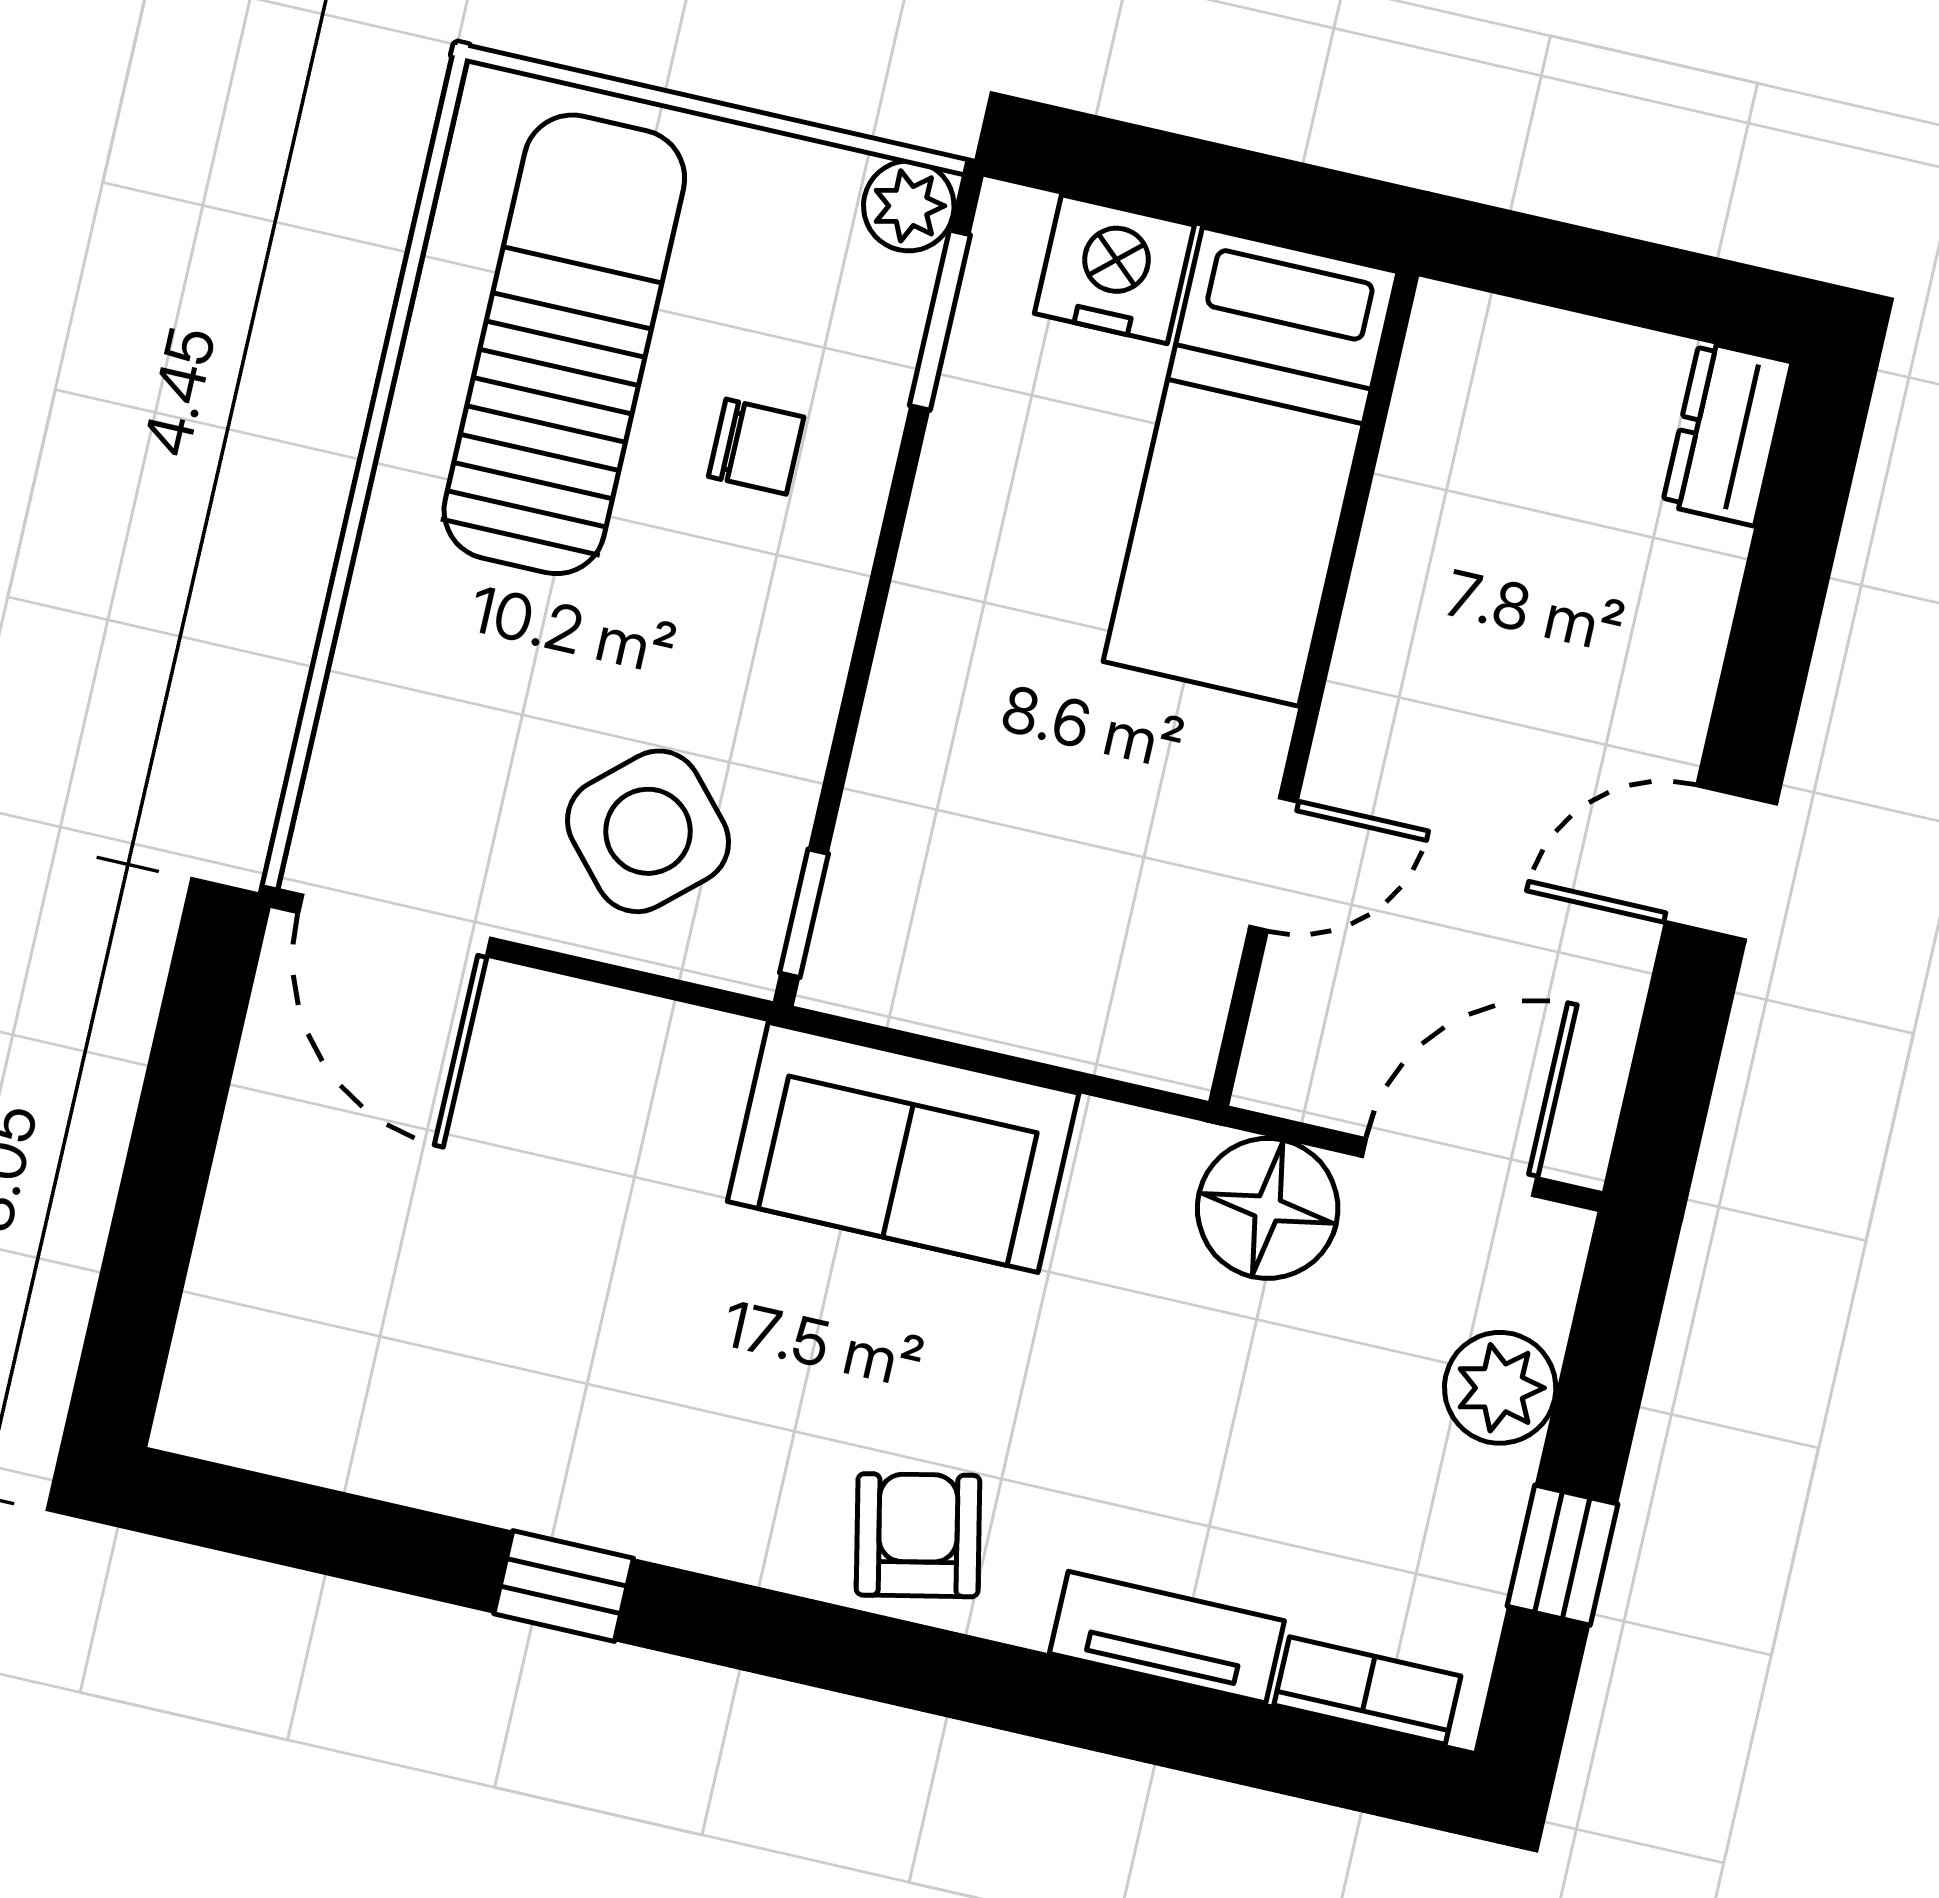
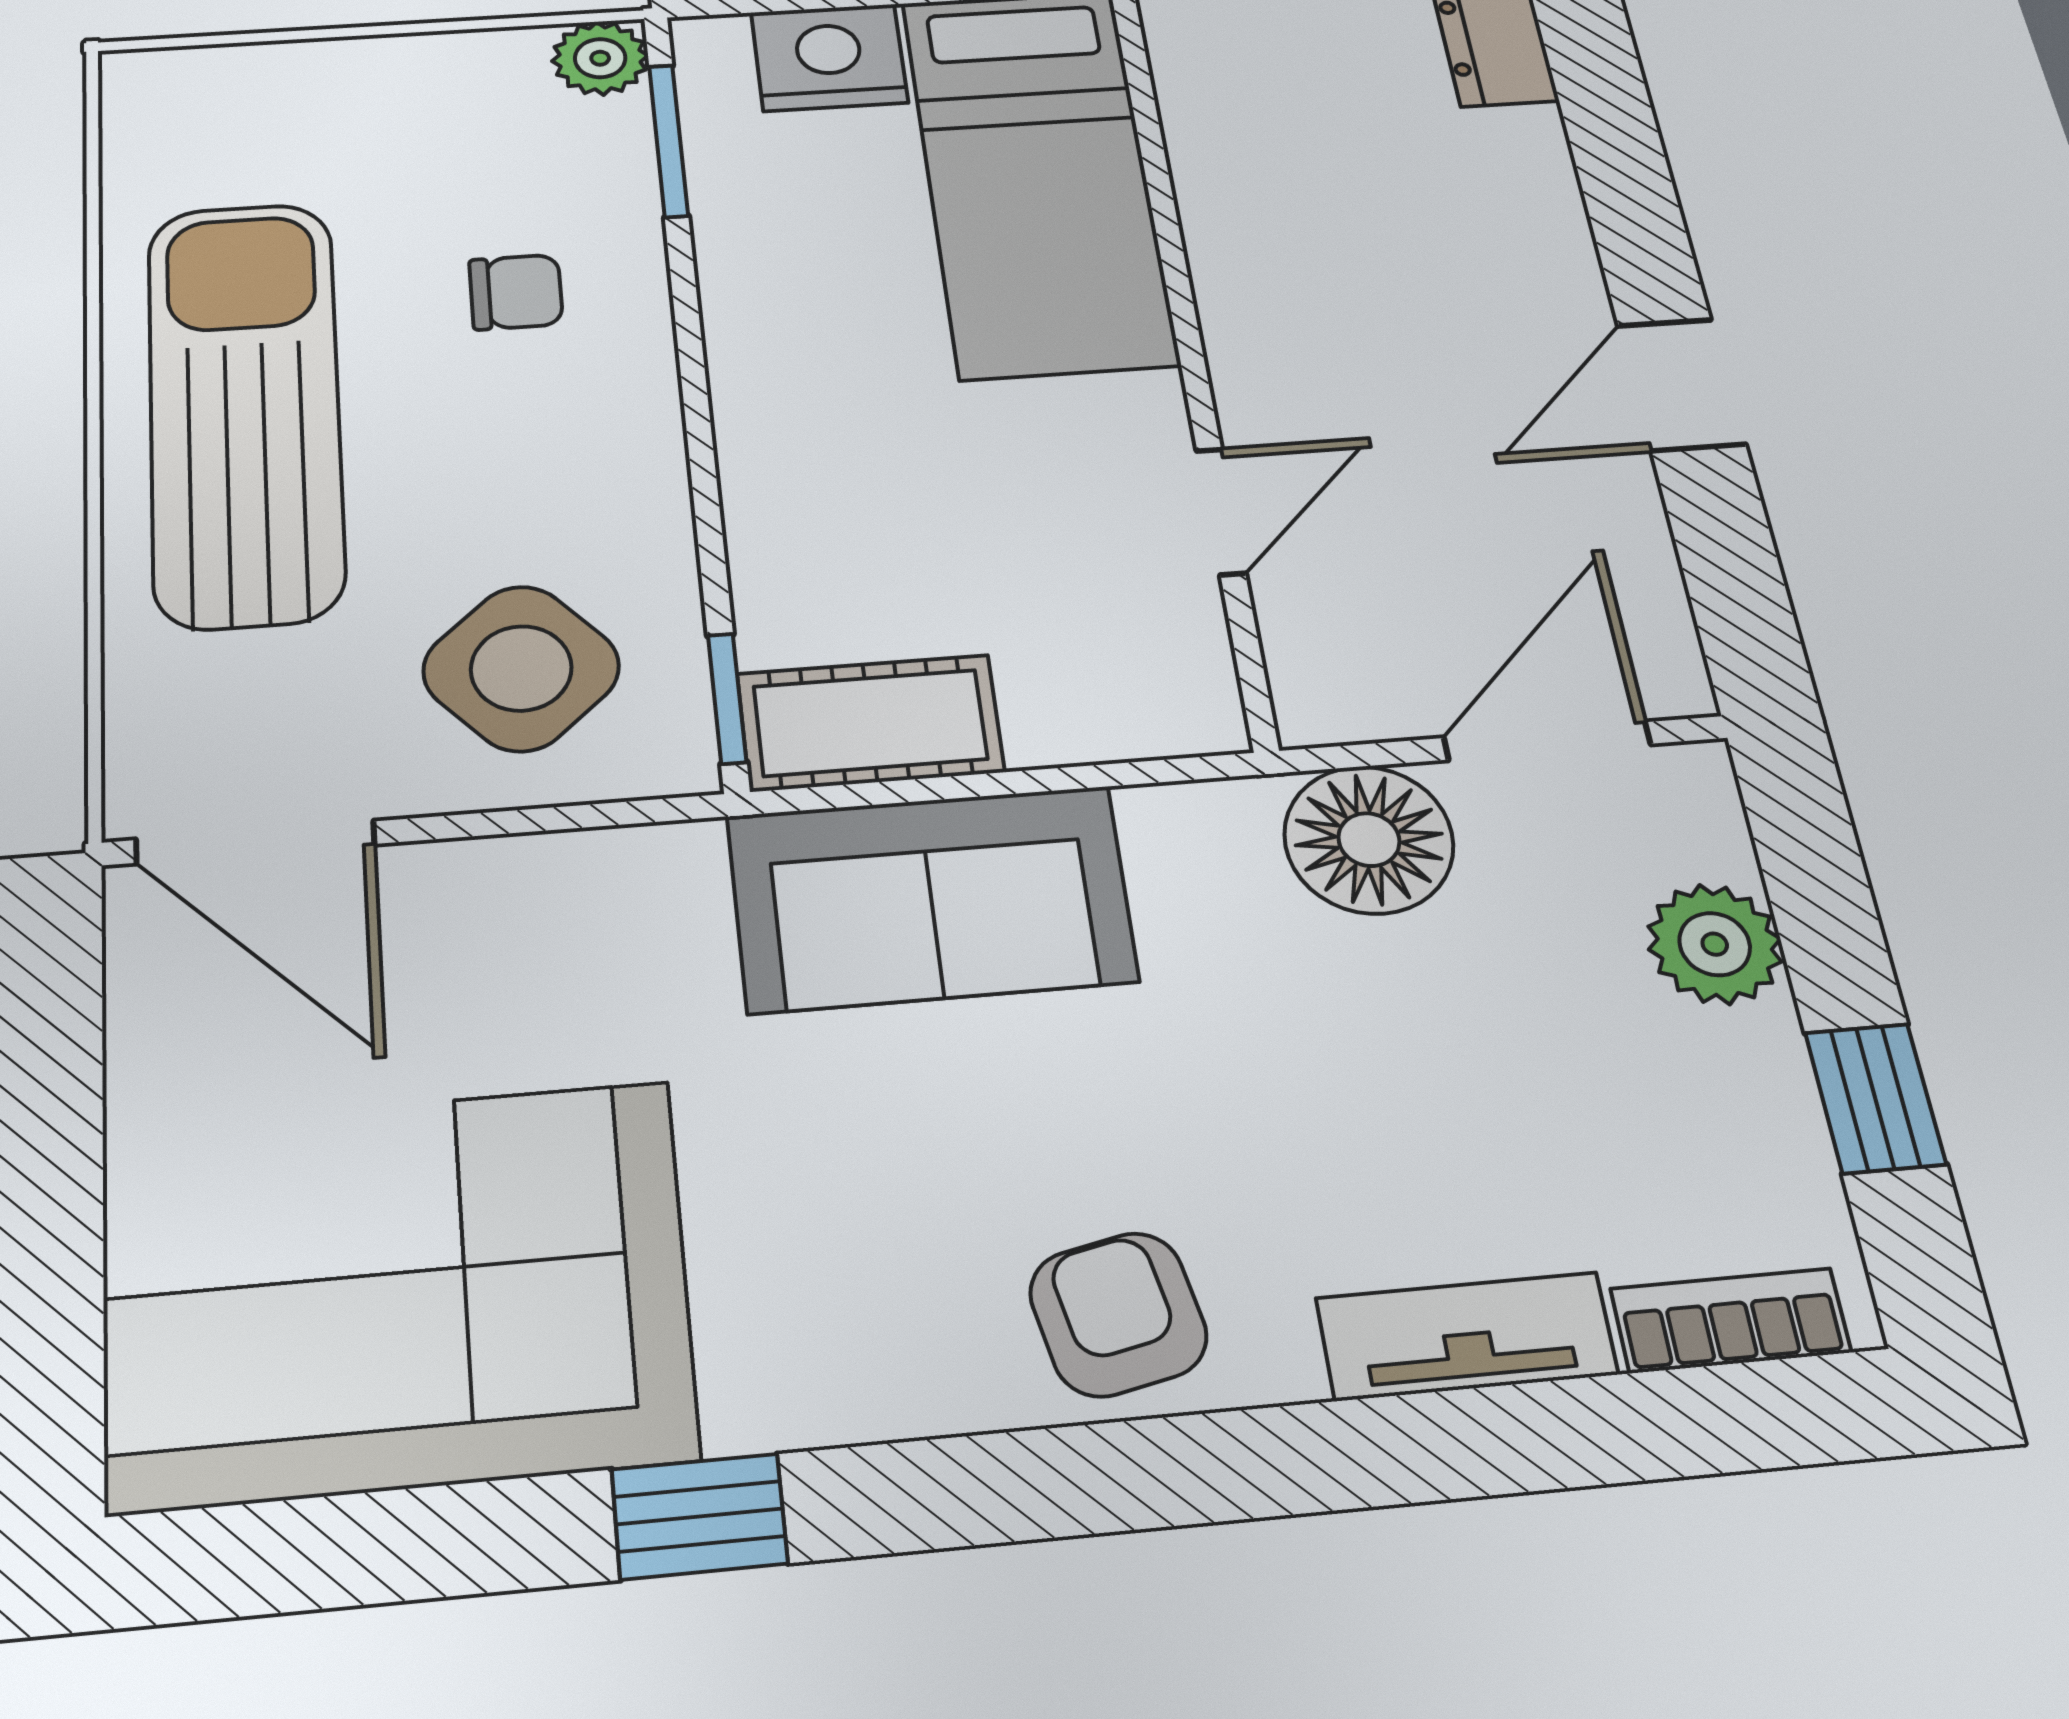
sun lounger: (564, 344) -> (245, 411), moved
cot: (911, 973) -> (870, 723), added
corner sofa: (398, 1343) -> (396, 1292), added

